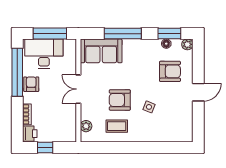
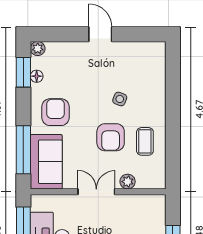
window: (123, 34) -> (23, 150), moved
armchair: (170, 71) -> (56, 112), moved
double door: (78, 89) -> (96, 192), swing flipped
plant: (86, 126) -> (128, 182), moved

